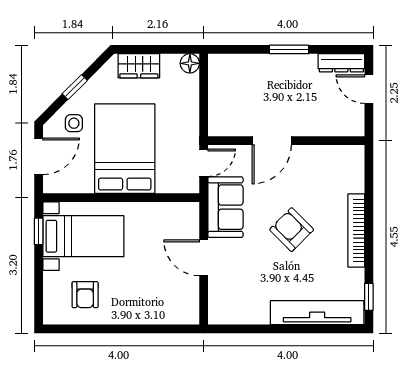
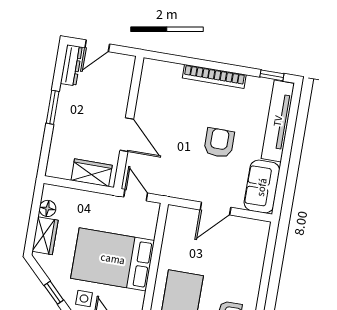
floor lamp: (190, 63) -> (47, 208), moved
wardrobe: (221, 107) -> (92, 173), added
sofa: (225, 207) -> (262, 187), moved, turned -90
armchair: (292, 230) -> (219, 143), moved, turned 135

